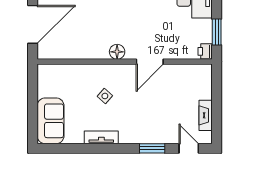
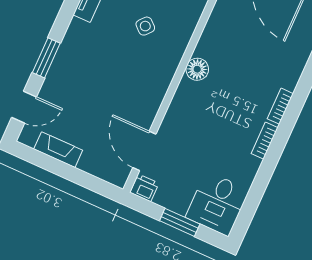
window: (217, 32) -> (180, 222), moved
door: (150, 62) -> (144, 151), moved

